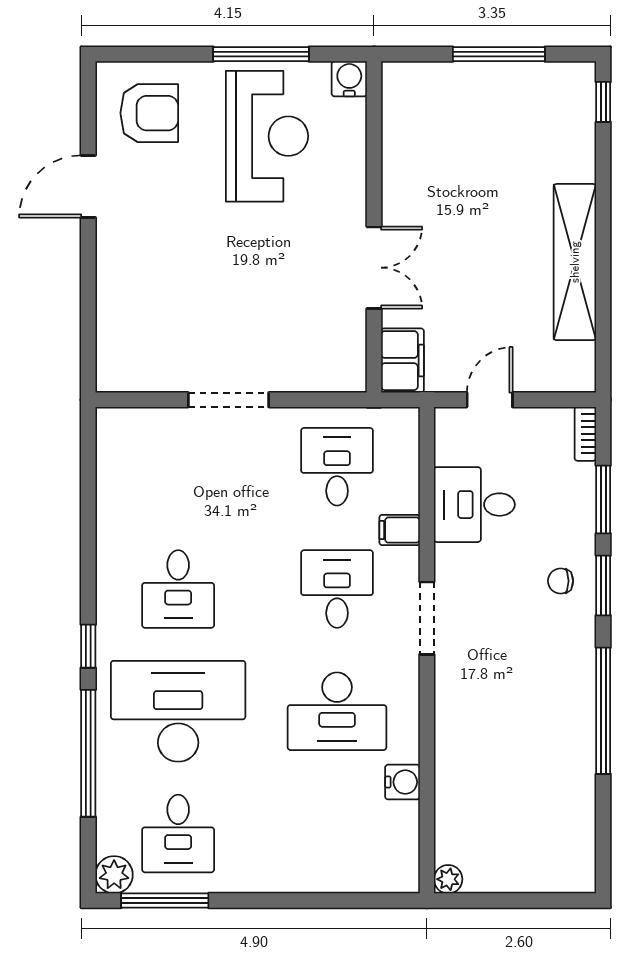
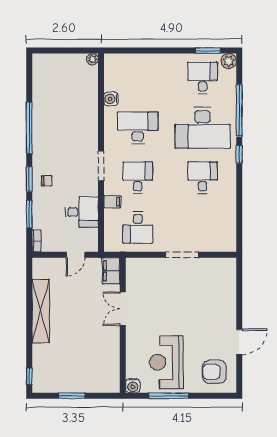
window: (499, 54) -> (72, 396), width x0.69
desk: (337, 589) -> (138, 178), turned 180
window: (165, 901) -> (208, 51), width x0.69

